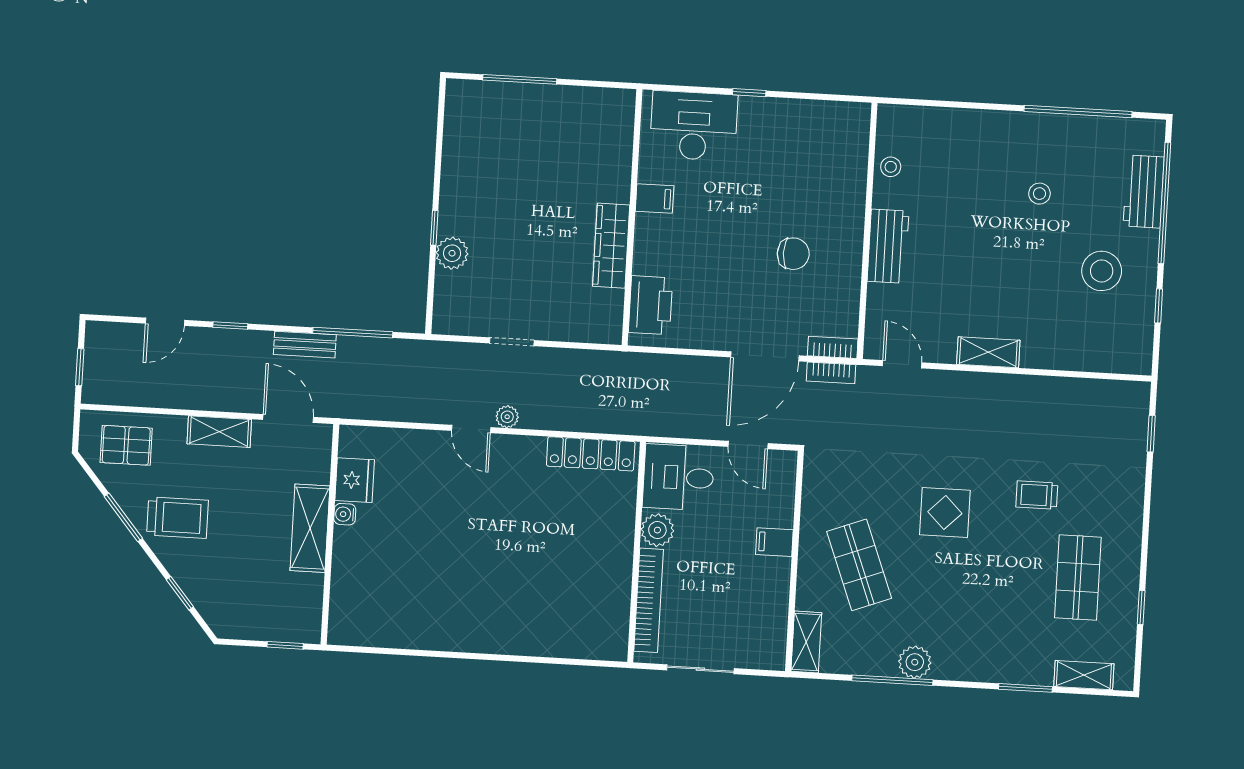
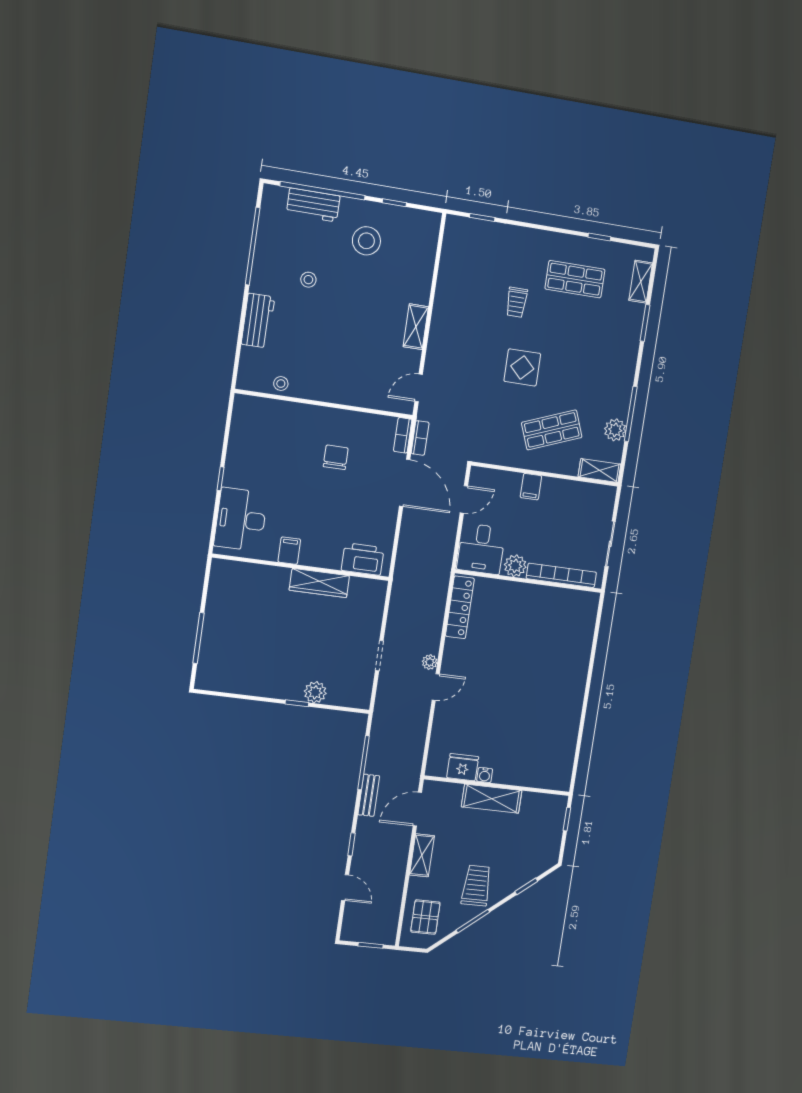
workbench: (888, 246) -> (258, 321), moved, turned 90
plant: (915, 662) -> (615, 430), moved

